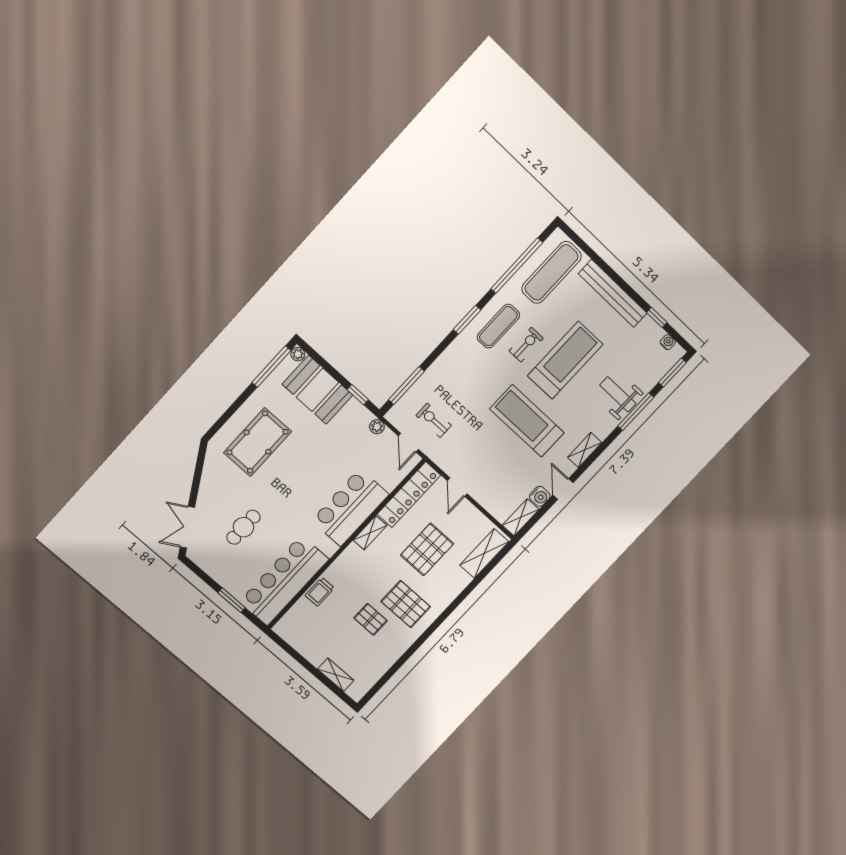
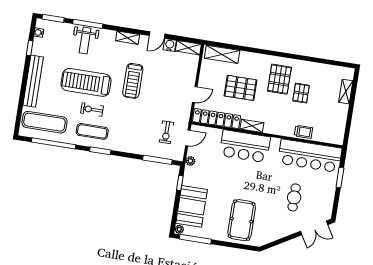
treadmill: (527, 421) -> (133, 81), width x0.73, depth x0.73
pool table: (258, 442) -> (242, 220), turned 90
cafe table: (243, 527) -> (294, 197), turned 90

